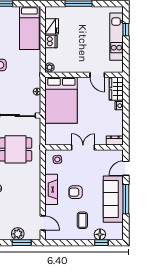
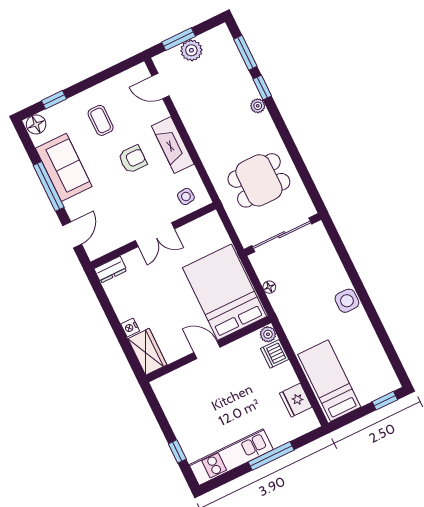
kitchen unit: (116, 37) -> (231, 457), moved, turned -90
dishwasher: (51, 41) -> (275, 354), moved
door: (97, 75) -> (207, 350), moved
sofa: (113, 199) -> (64, 167), width x0.73
floor lamp: (100, 234) -> (36, 124), moved

